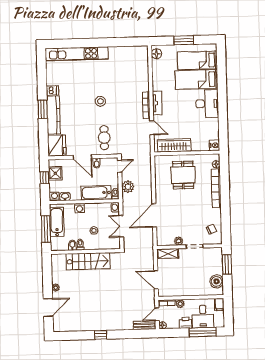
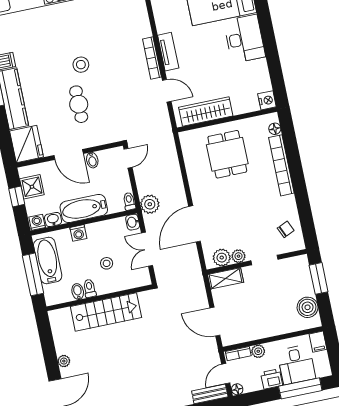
cafe table: (104, 138) -> (79, 104), moved
plant: (128, 187) -> (150, 204), moved
bathtub: (96, 193) -> (84, 208), moved
plant: (168, 240) -> (222, 258), added

